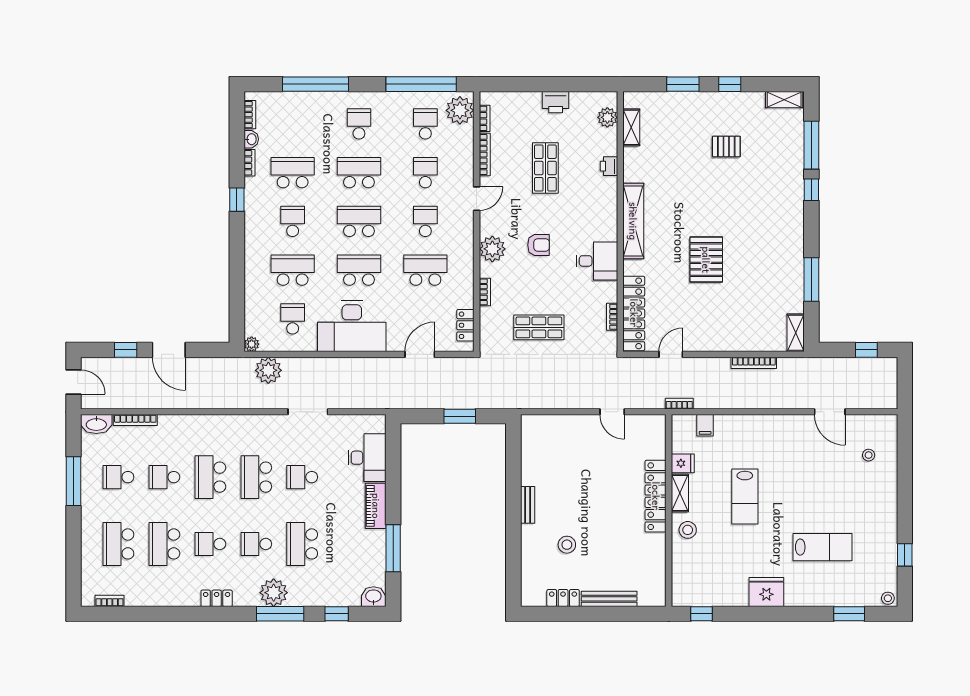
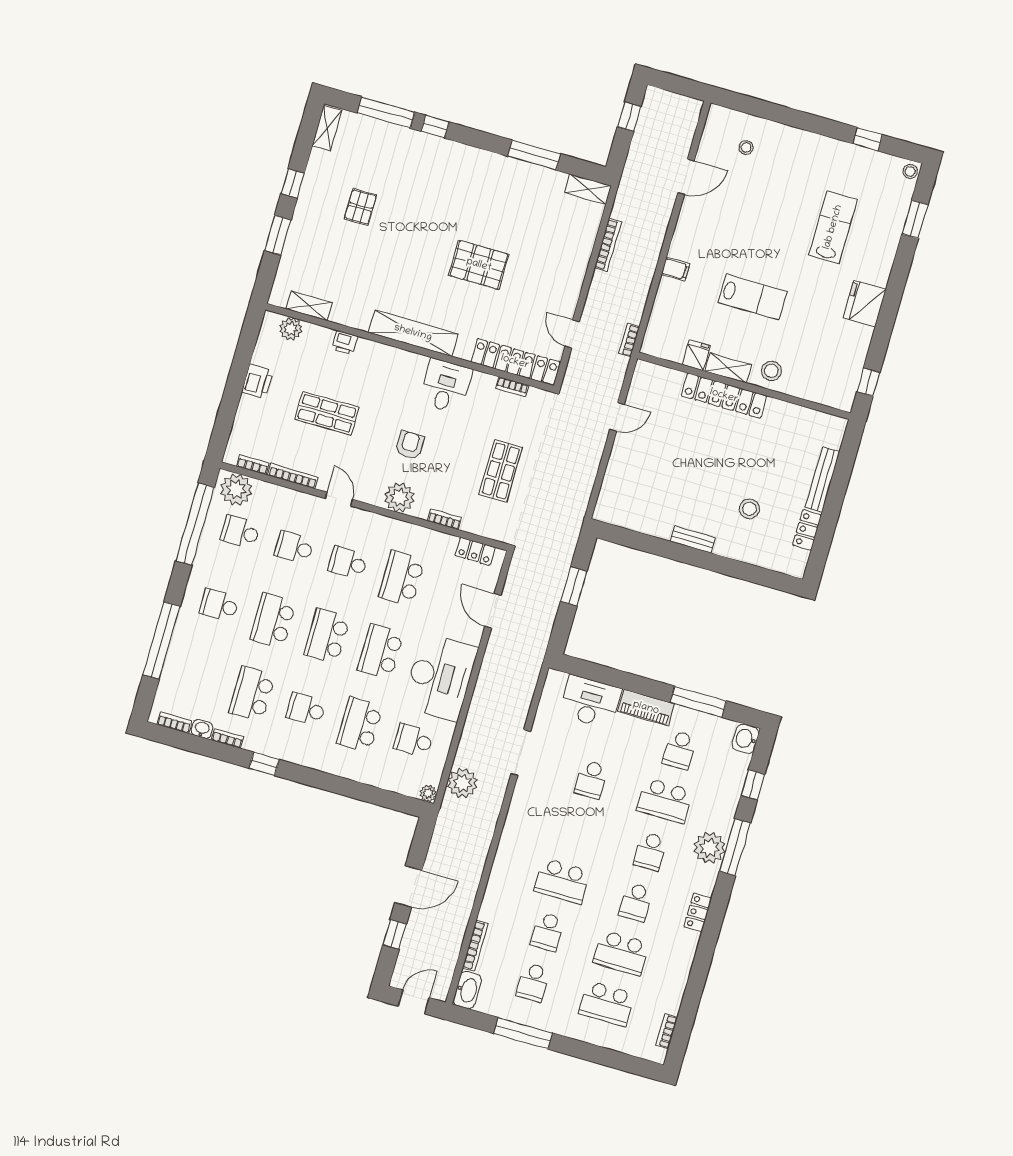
filing cabinet: (705, 425) -> (676, 269), moved
school desk: (256, 477) -> (679, 750), moved, width x0.54

